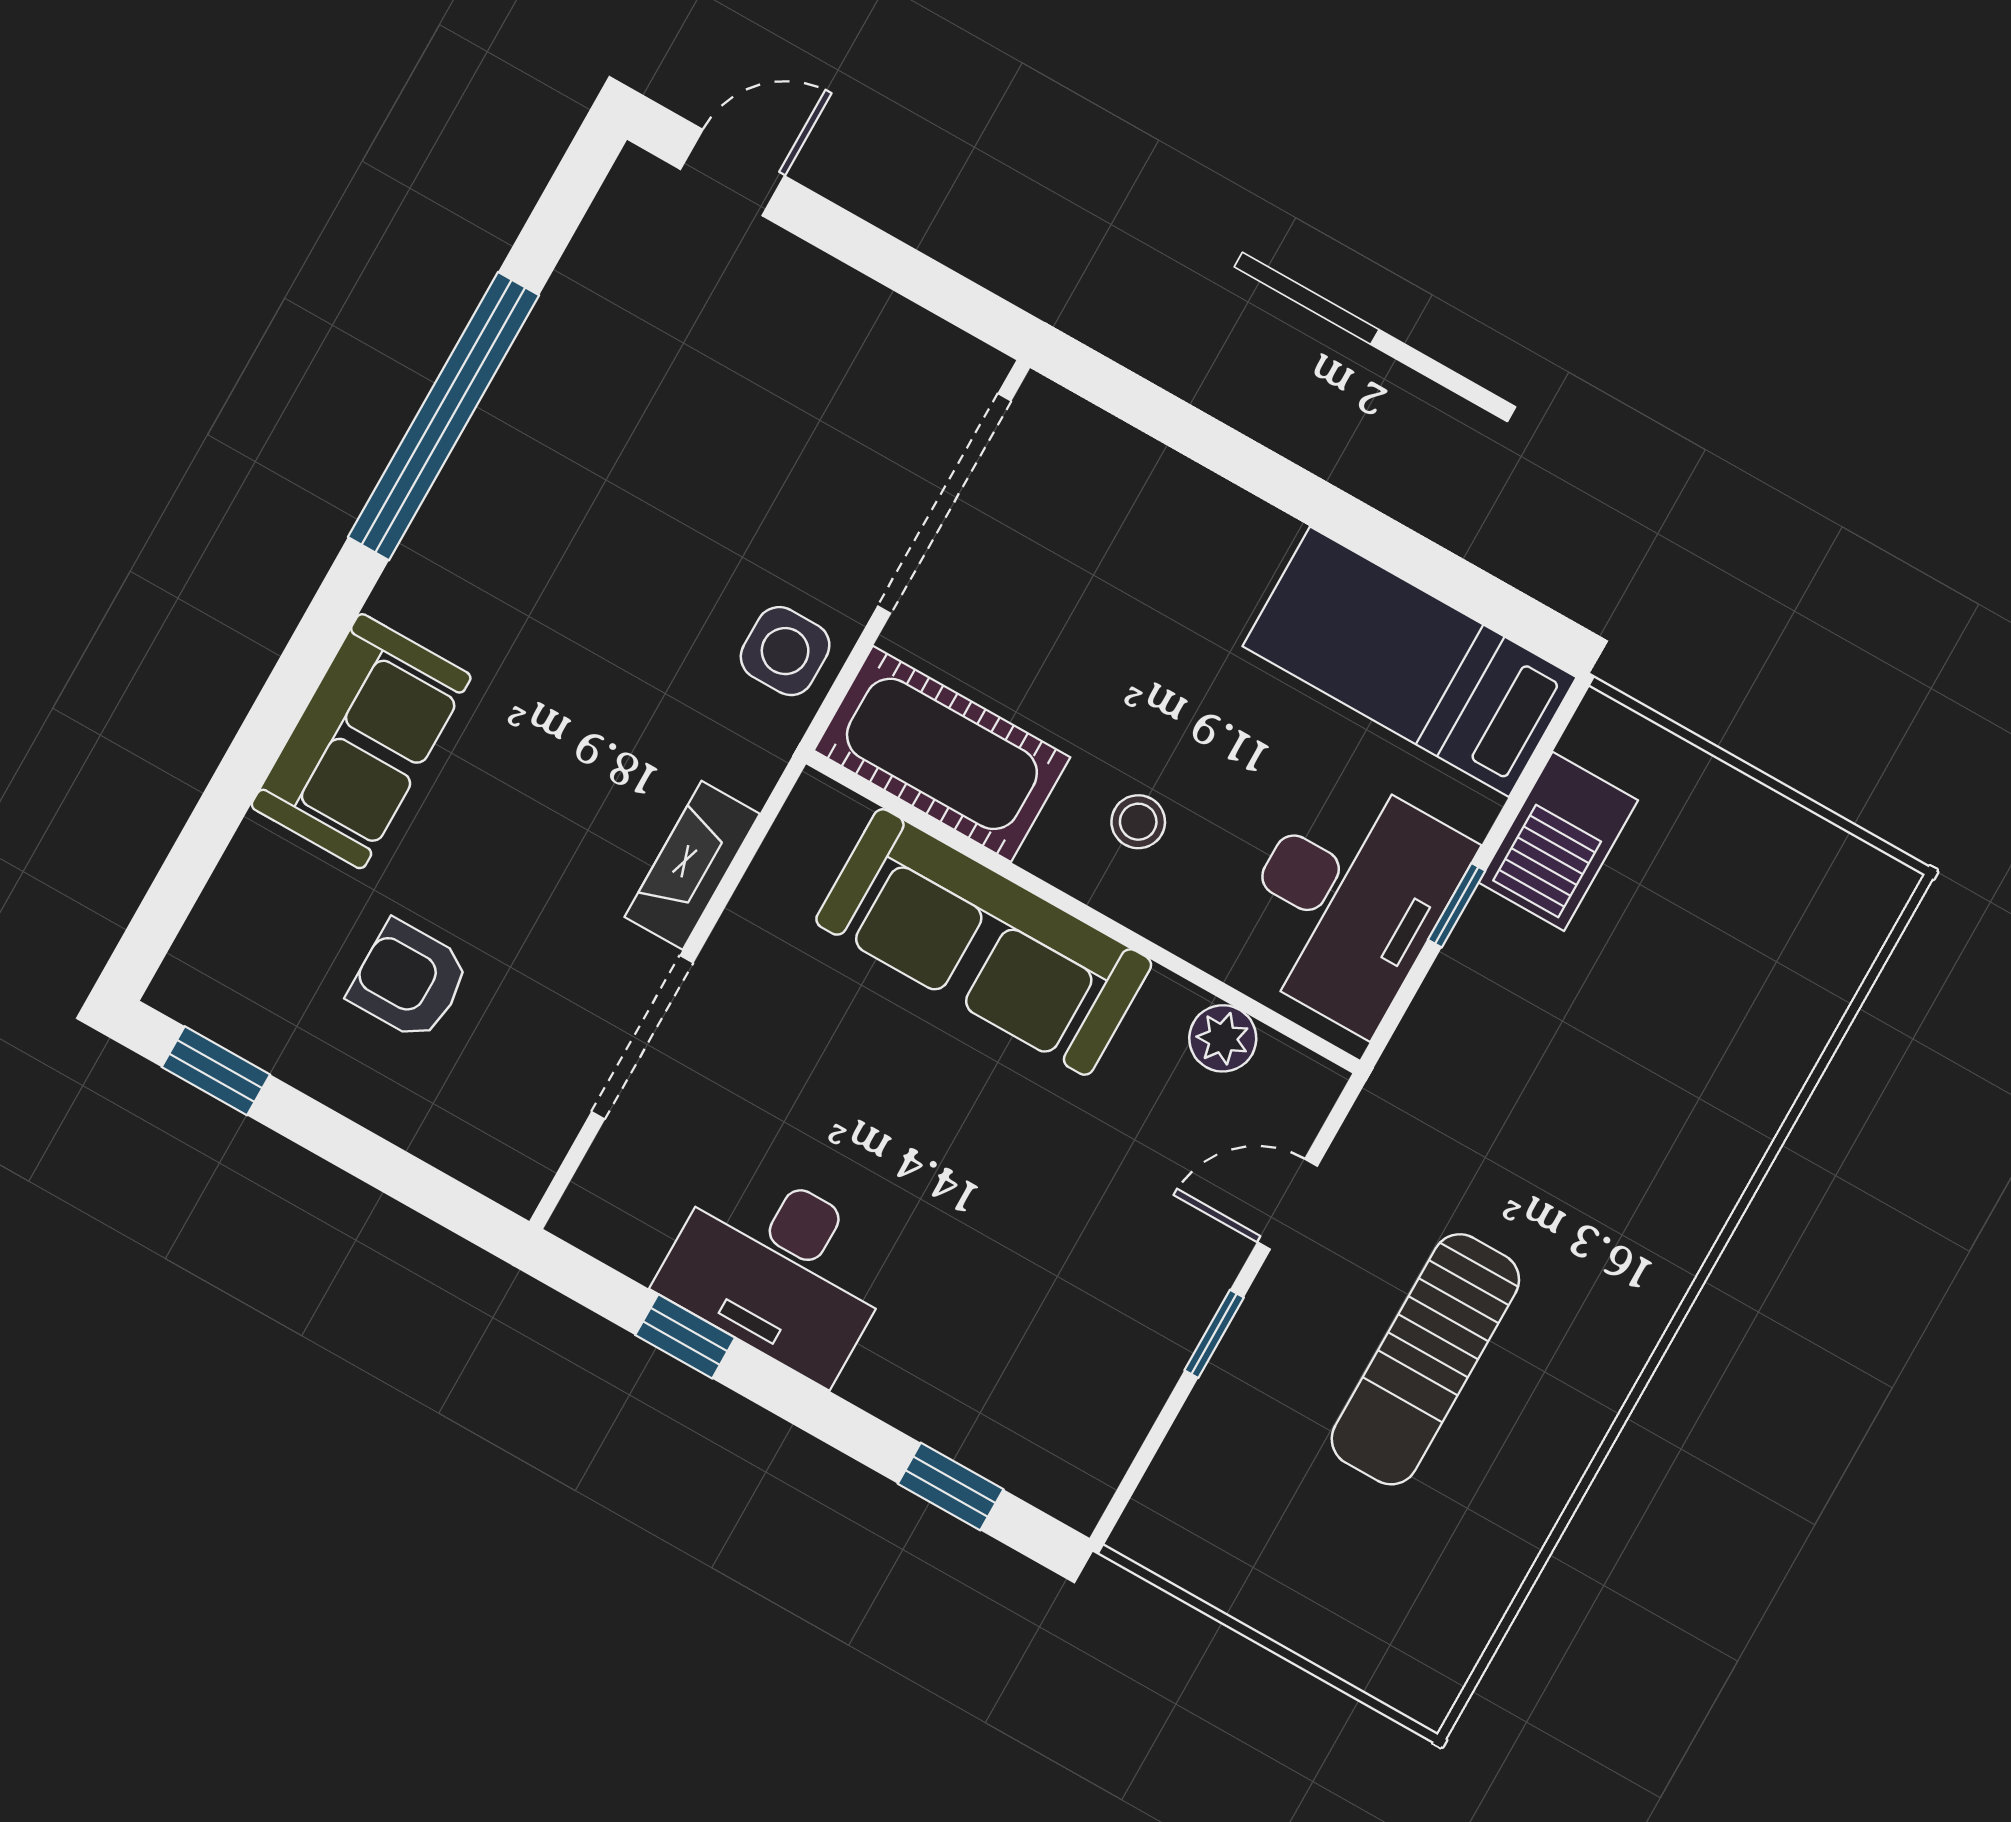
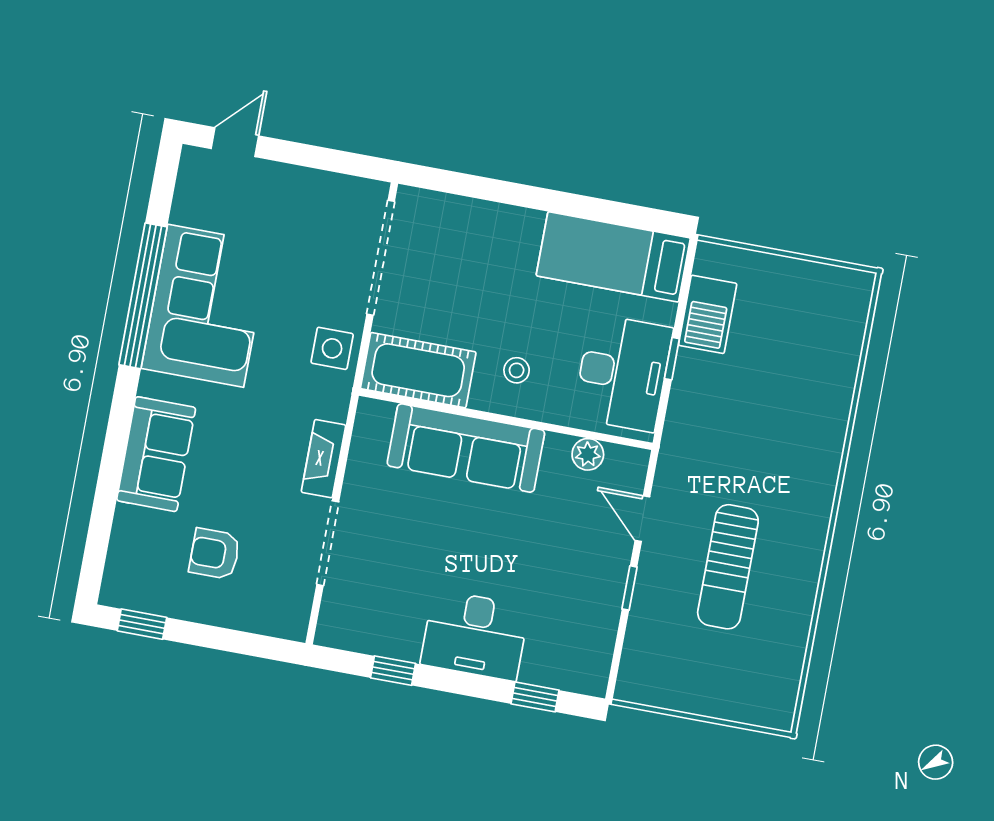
corner sofa: (562, 479) -> (206, 306), added
door: (1288, 1204) -> (642, 519), hinge flipped
desk: (779, 1269) -> (475, 635), moved

